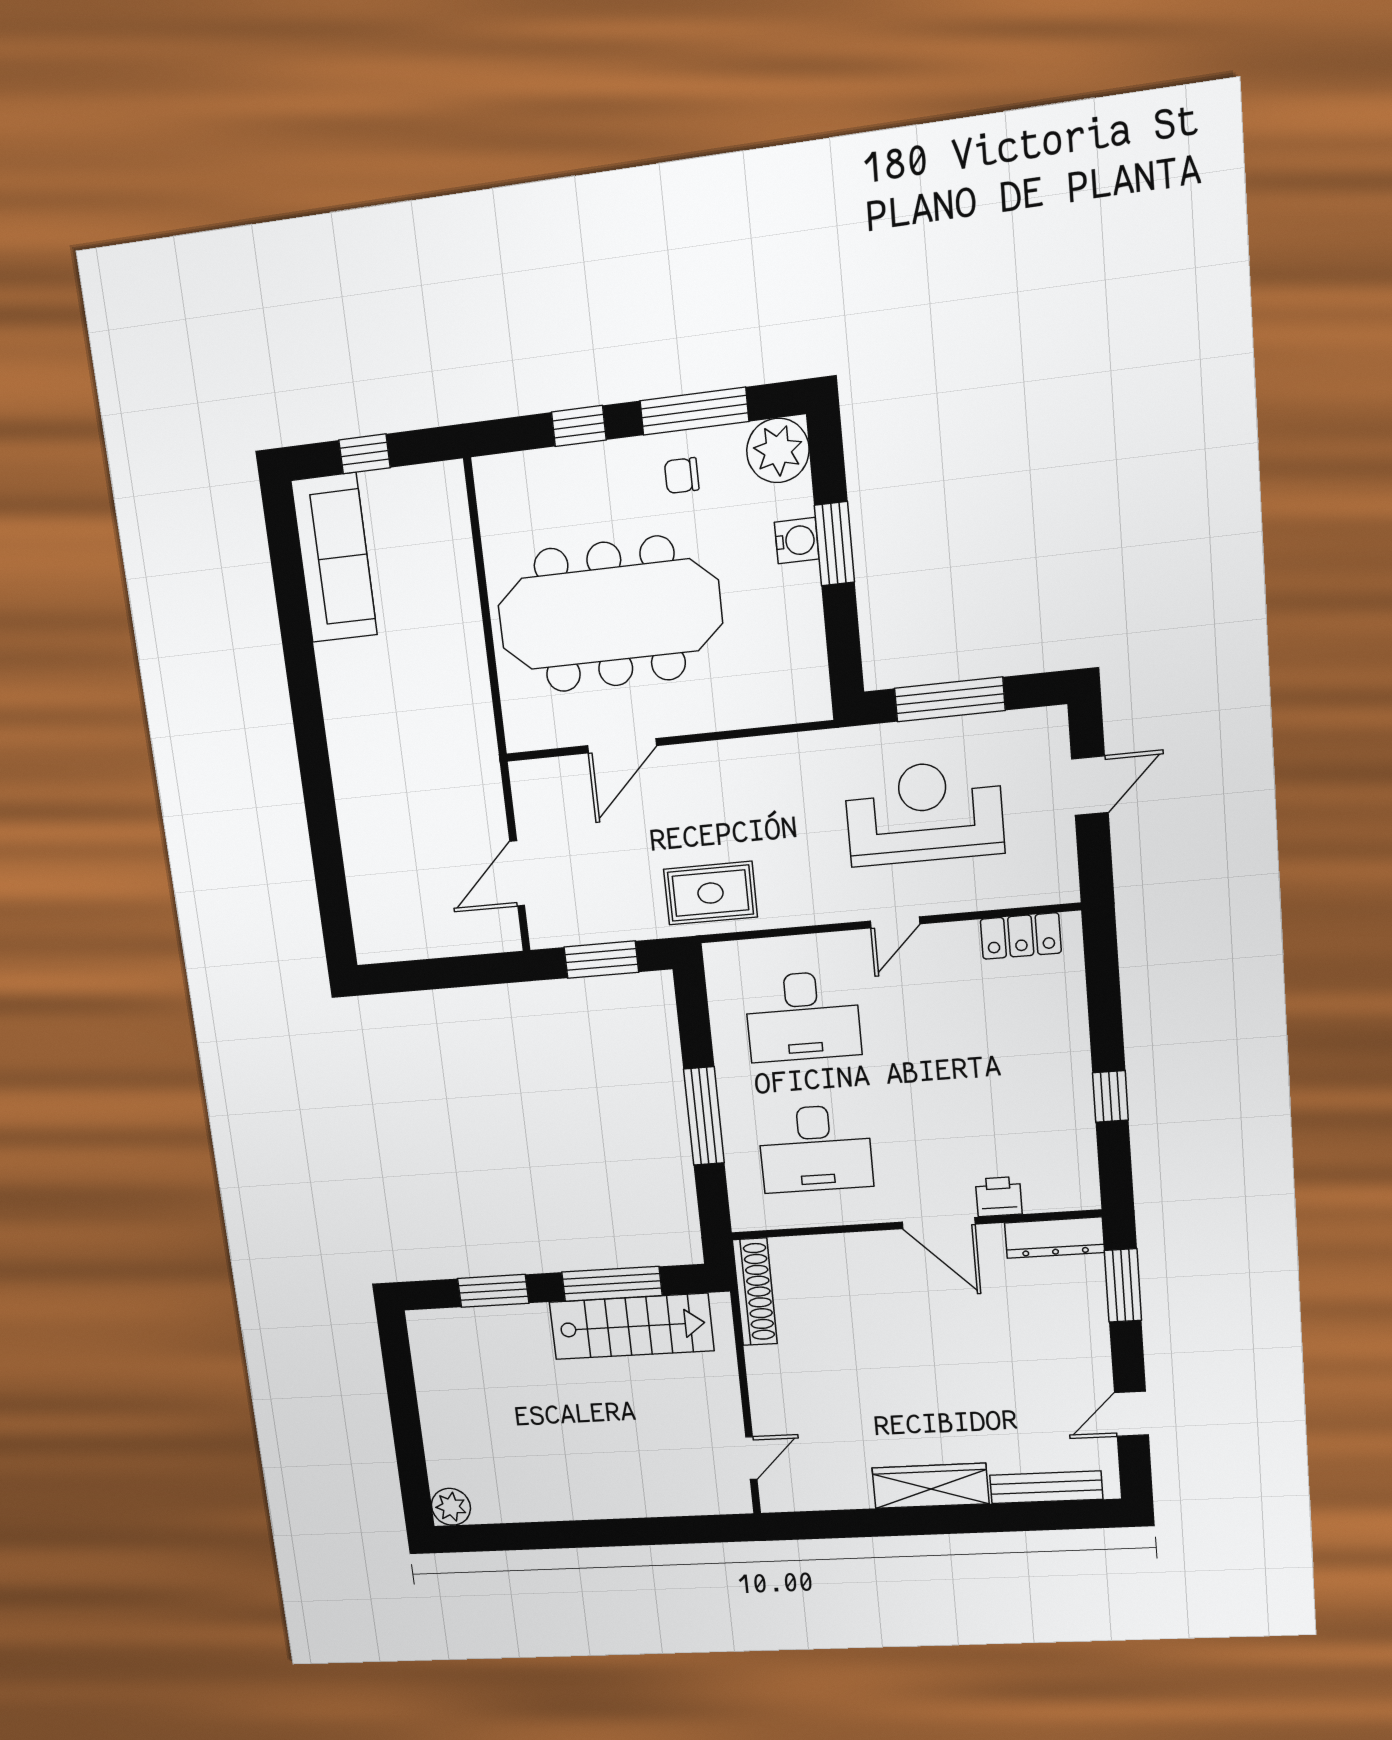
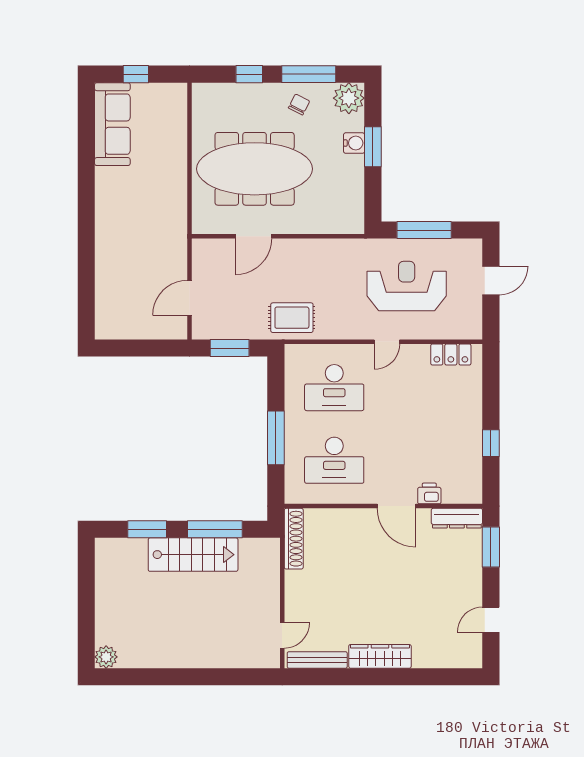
chair: (682, 476) -> (299, 104), turned 117
stairs: (631, 1326) -> (193, 555), moved
bench: (1046, 1487) -> (317, 660), moved

